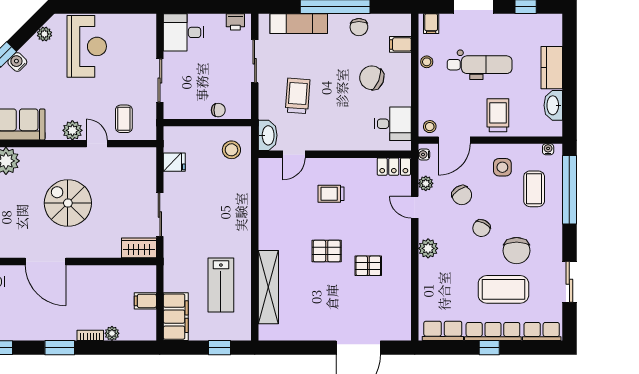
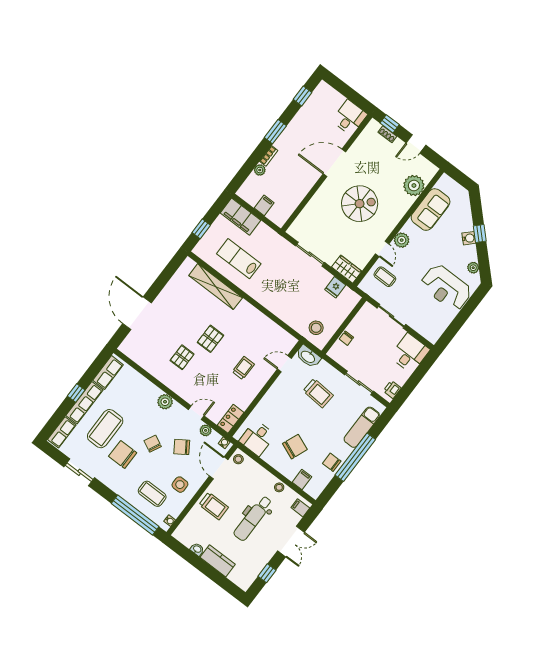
washbasin: (553, 105) -> (197, 549), width x0.52, depth x0.69
door: (97, 144) -> (382, 249), hinge flipped
door: (294, 154) -> (284, 364), hinge flipped
wardrobe: (139, 248) -> (347, 269), moved, turned -90

